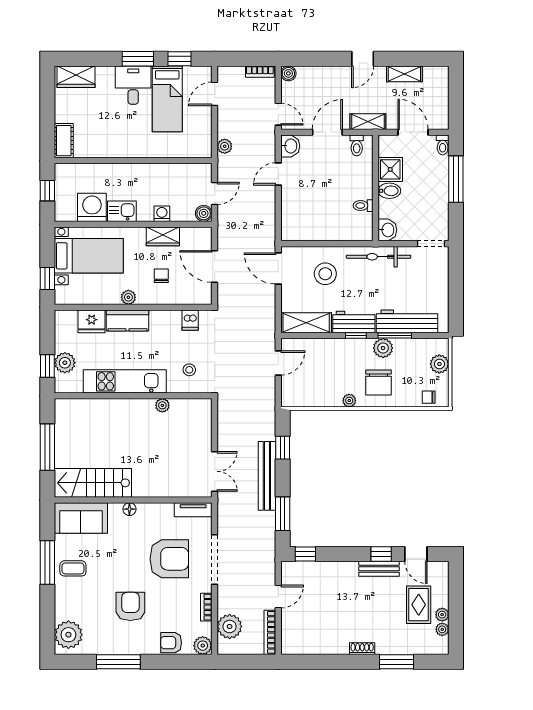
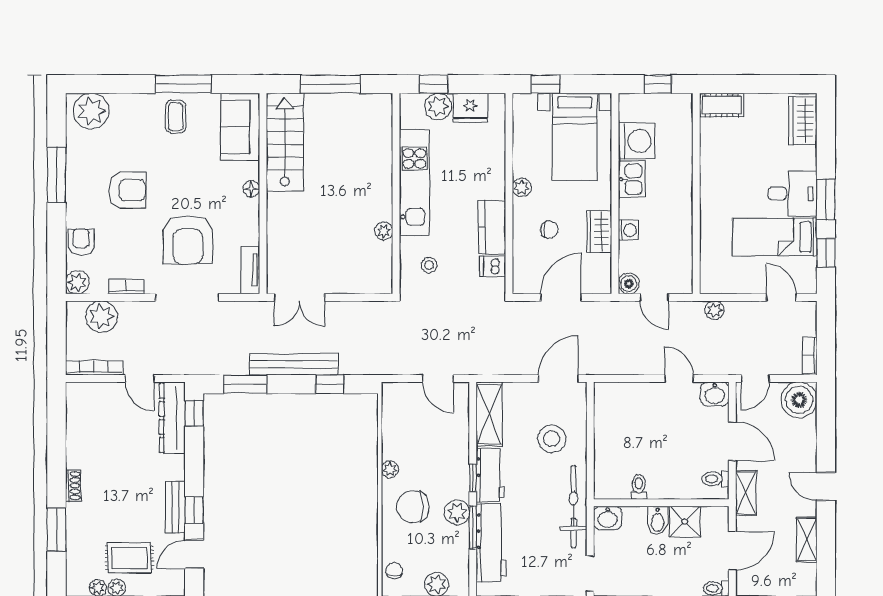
boiler: (288, 73) -> (799, 400), width x1.86, depth x1.86
kitchen counter: (127, 320) -> (492, 227), moved
fridge: (92, 321) -> (470, 108), moved, turned -90
dresser: (309, 571) -> (172, 418), added

